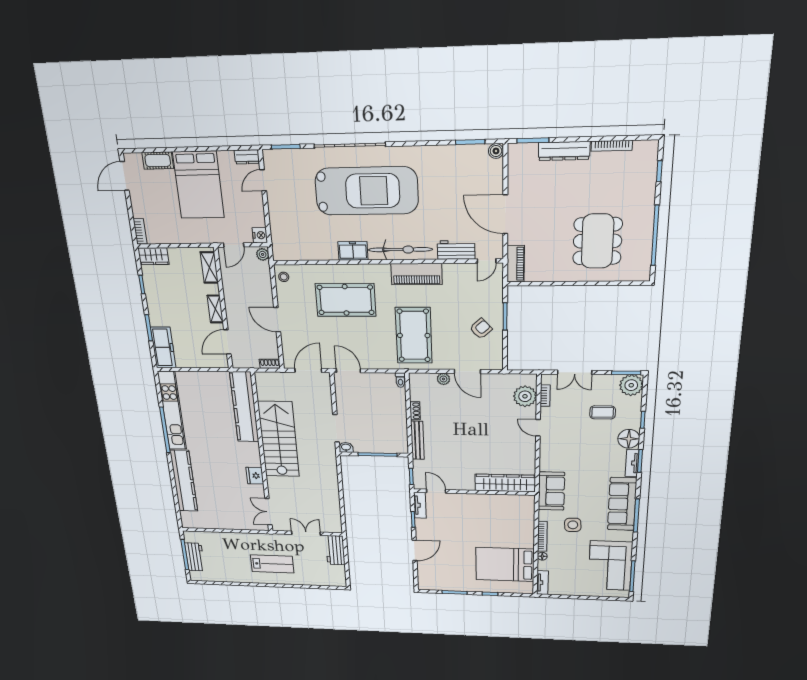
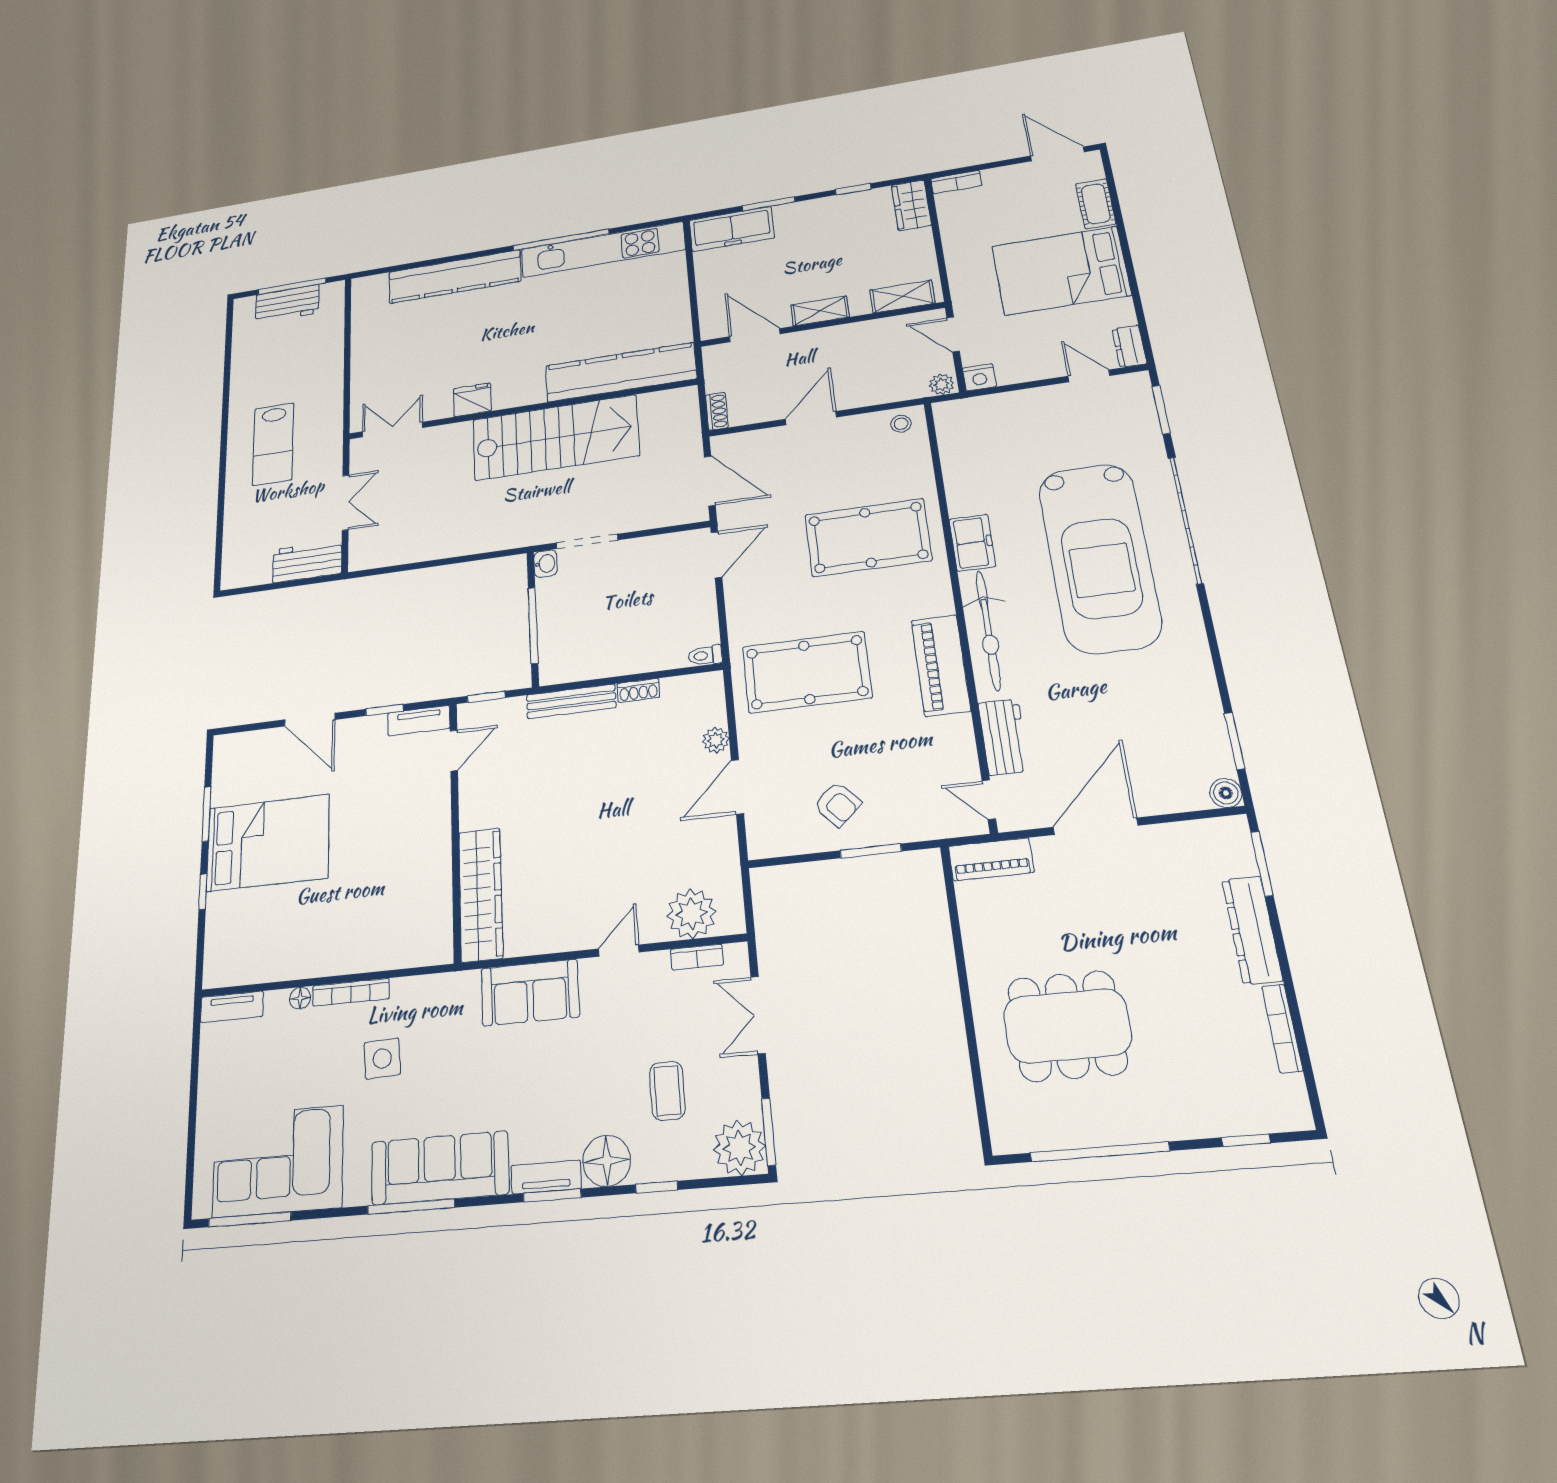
pool table: (346, 300) -> (868, 537), turned 90
sofa: (551, 491) -> (530, 993), moved
bed: (505, 564) -> (268, 843), moved, turned 90

